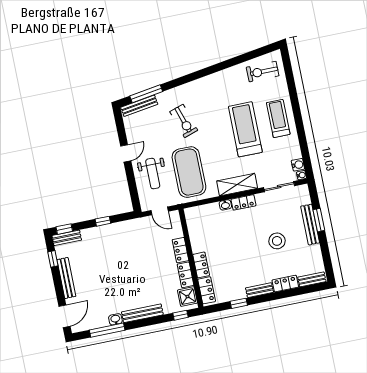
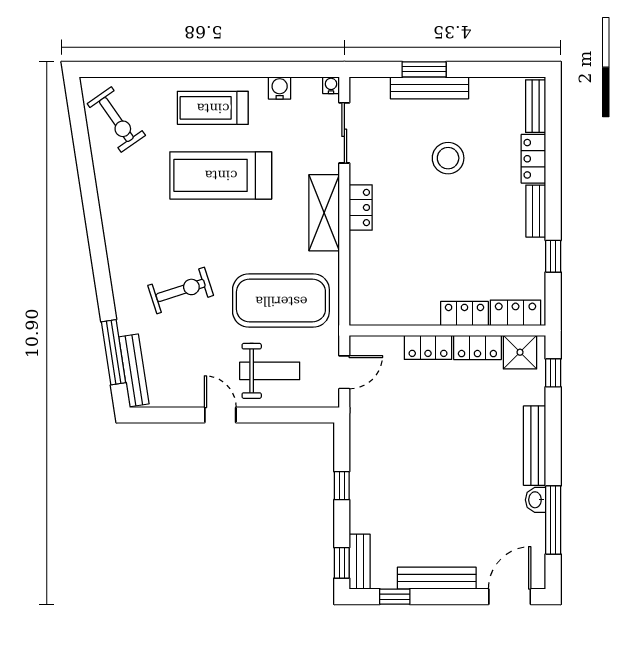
exercise bike: (263, 72) -> (116, 120), turned -35
water cooler: (298, 165) -> (280, 88), moved
washbasin: (225, 205) -> (358, 243), removed
door: (65, 316) -> (510, 597), hinge flipped

